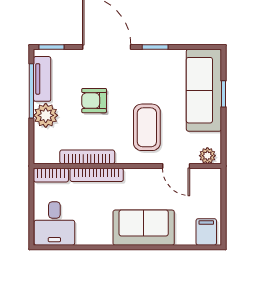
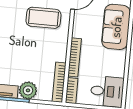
armchair: (94, 101) -> (20, 54), removed
bookcase: (87, 157) -> (59, 82), moved

